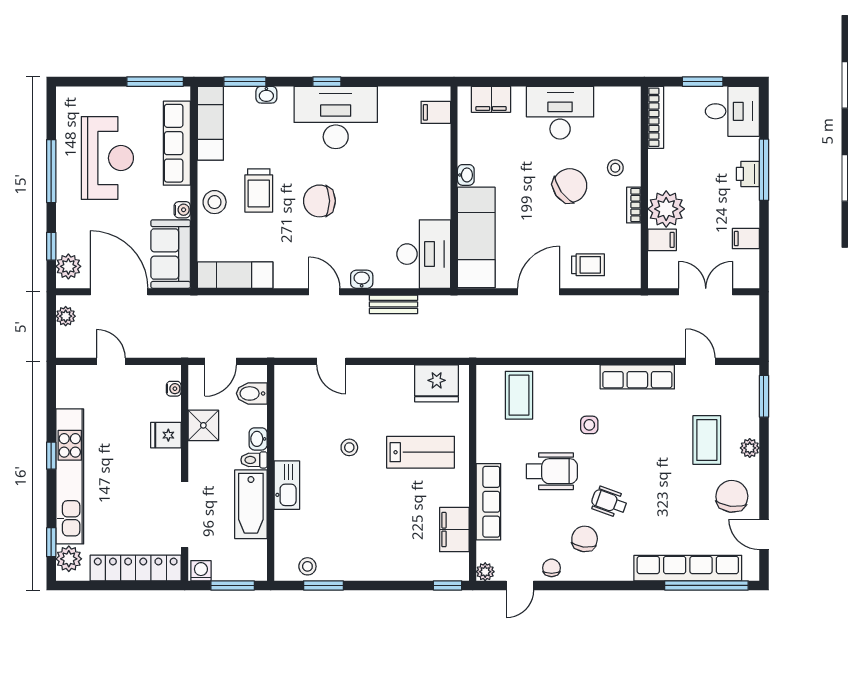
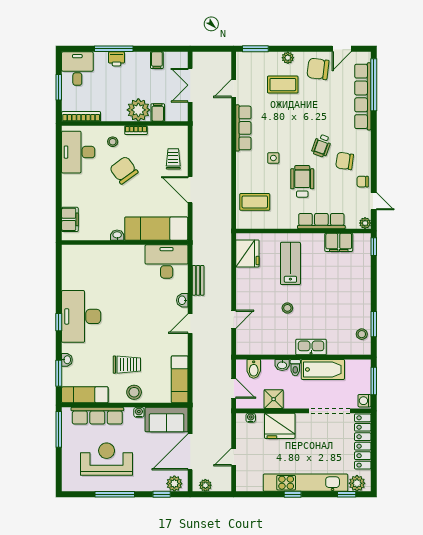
filing cabinet: (436, 112) -> (78, 254), removed
desk: (560, 113) -> (78, 152), moved
chair: (319, 201) -> (133, 327), removed
fridge: (166, 435) -> (280, 426), width x1.88, depth x1.34

